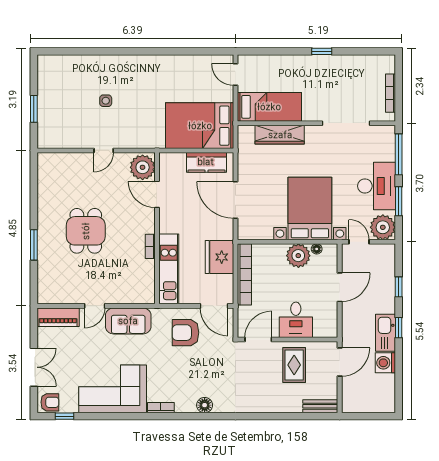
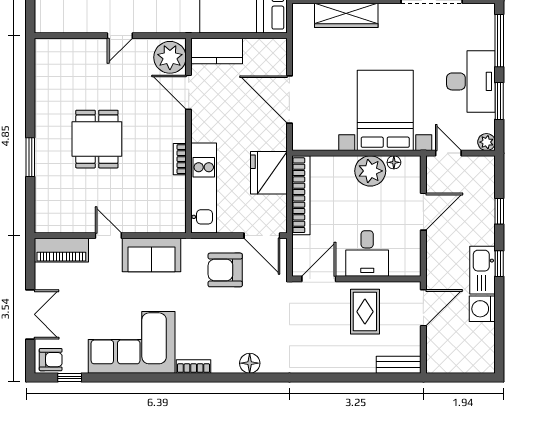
kitchen counter: (206, 162) -> (217, 51), moved
plant: (383, 227) -> (487, 142), width x0.53, depth x0.53
door: (95, 306) -> (108, 236), swing flipped

